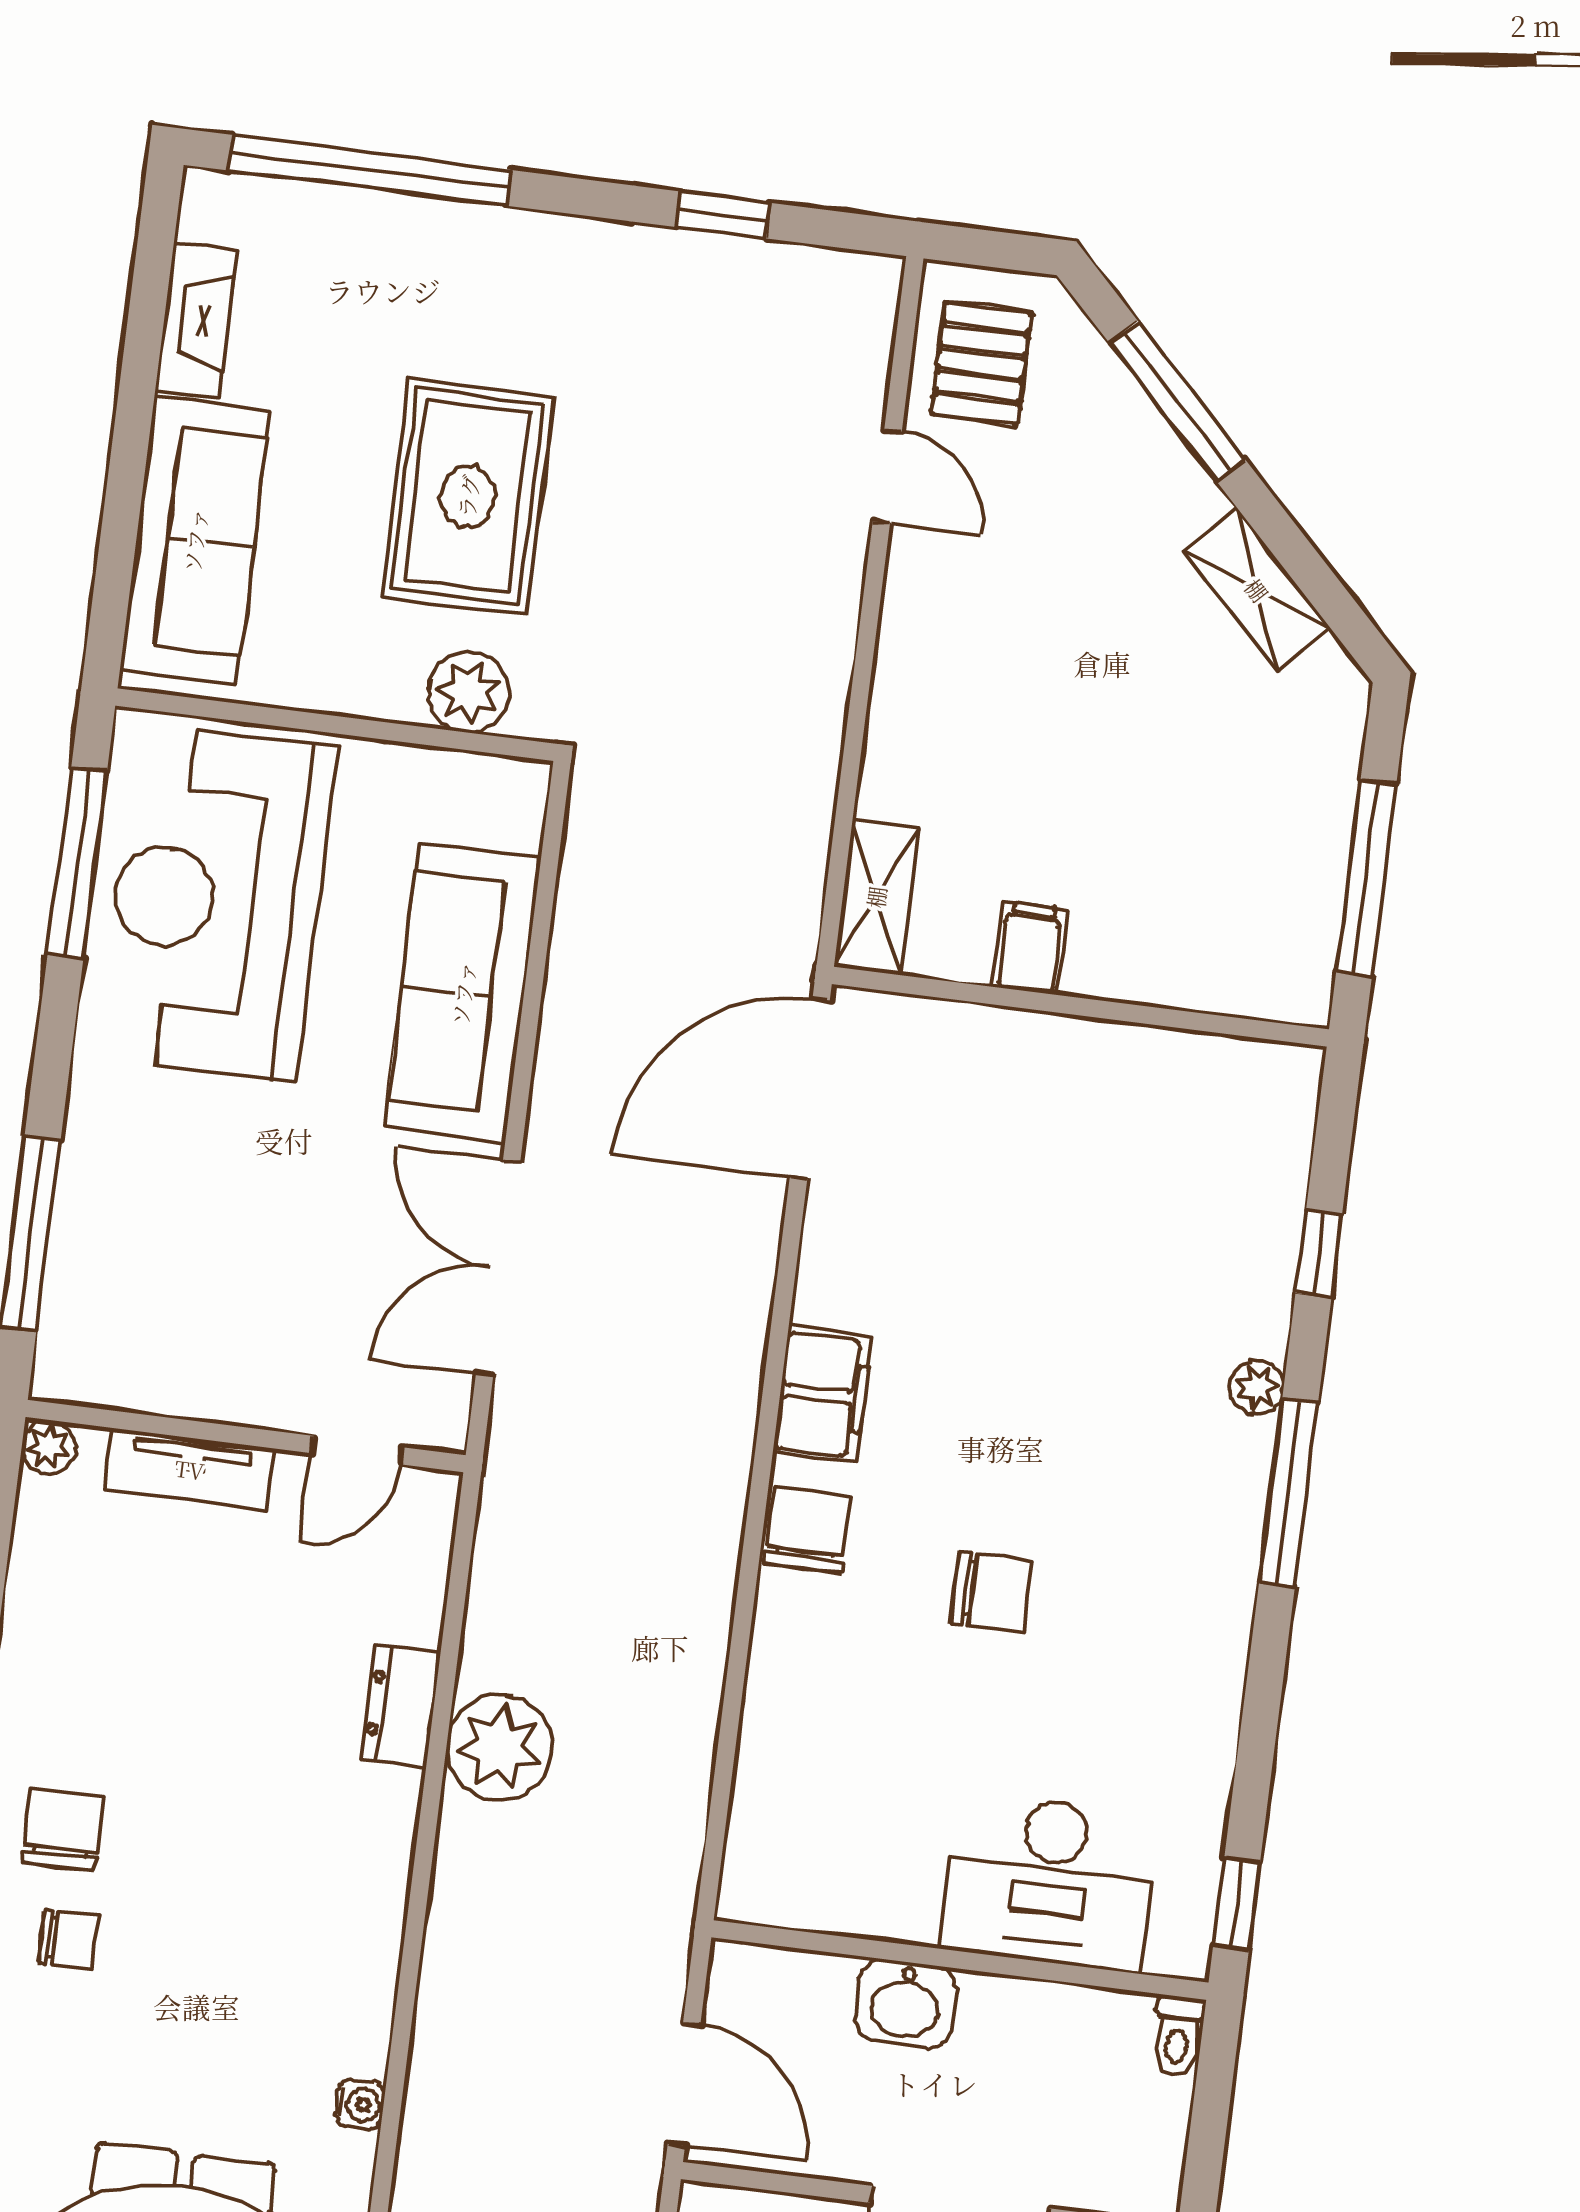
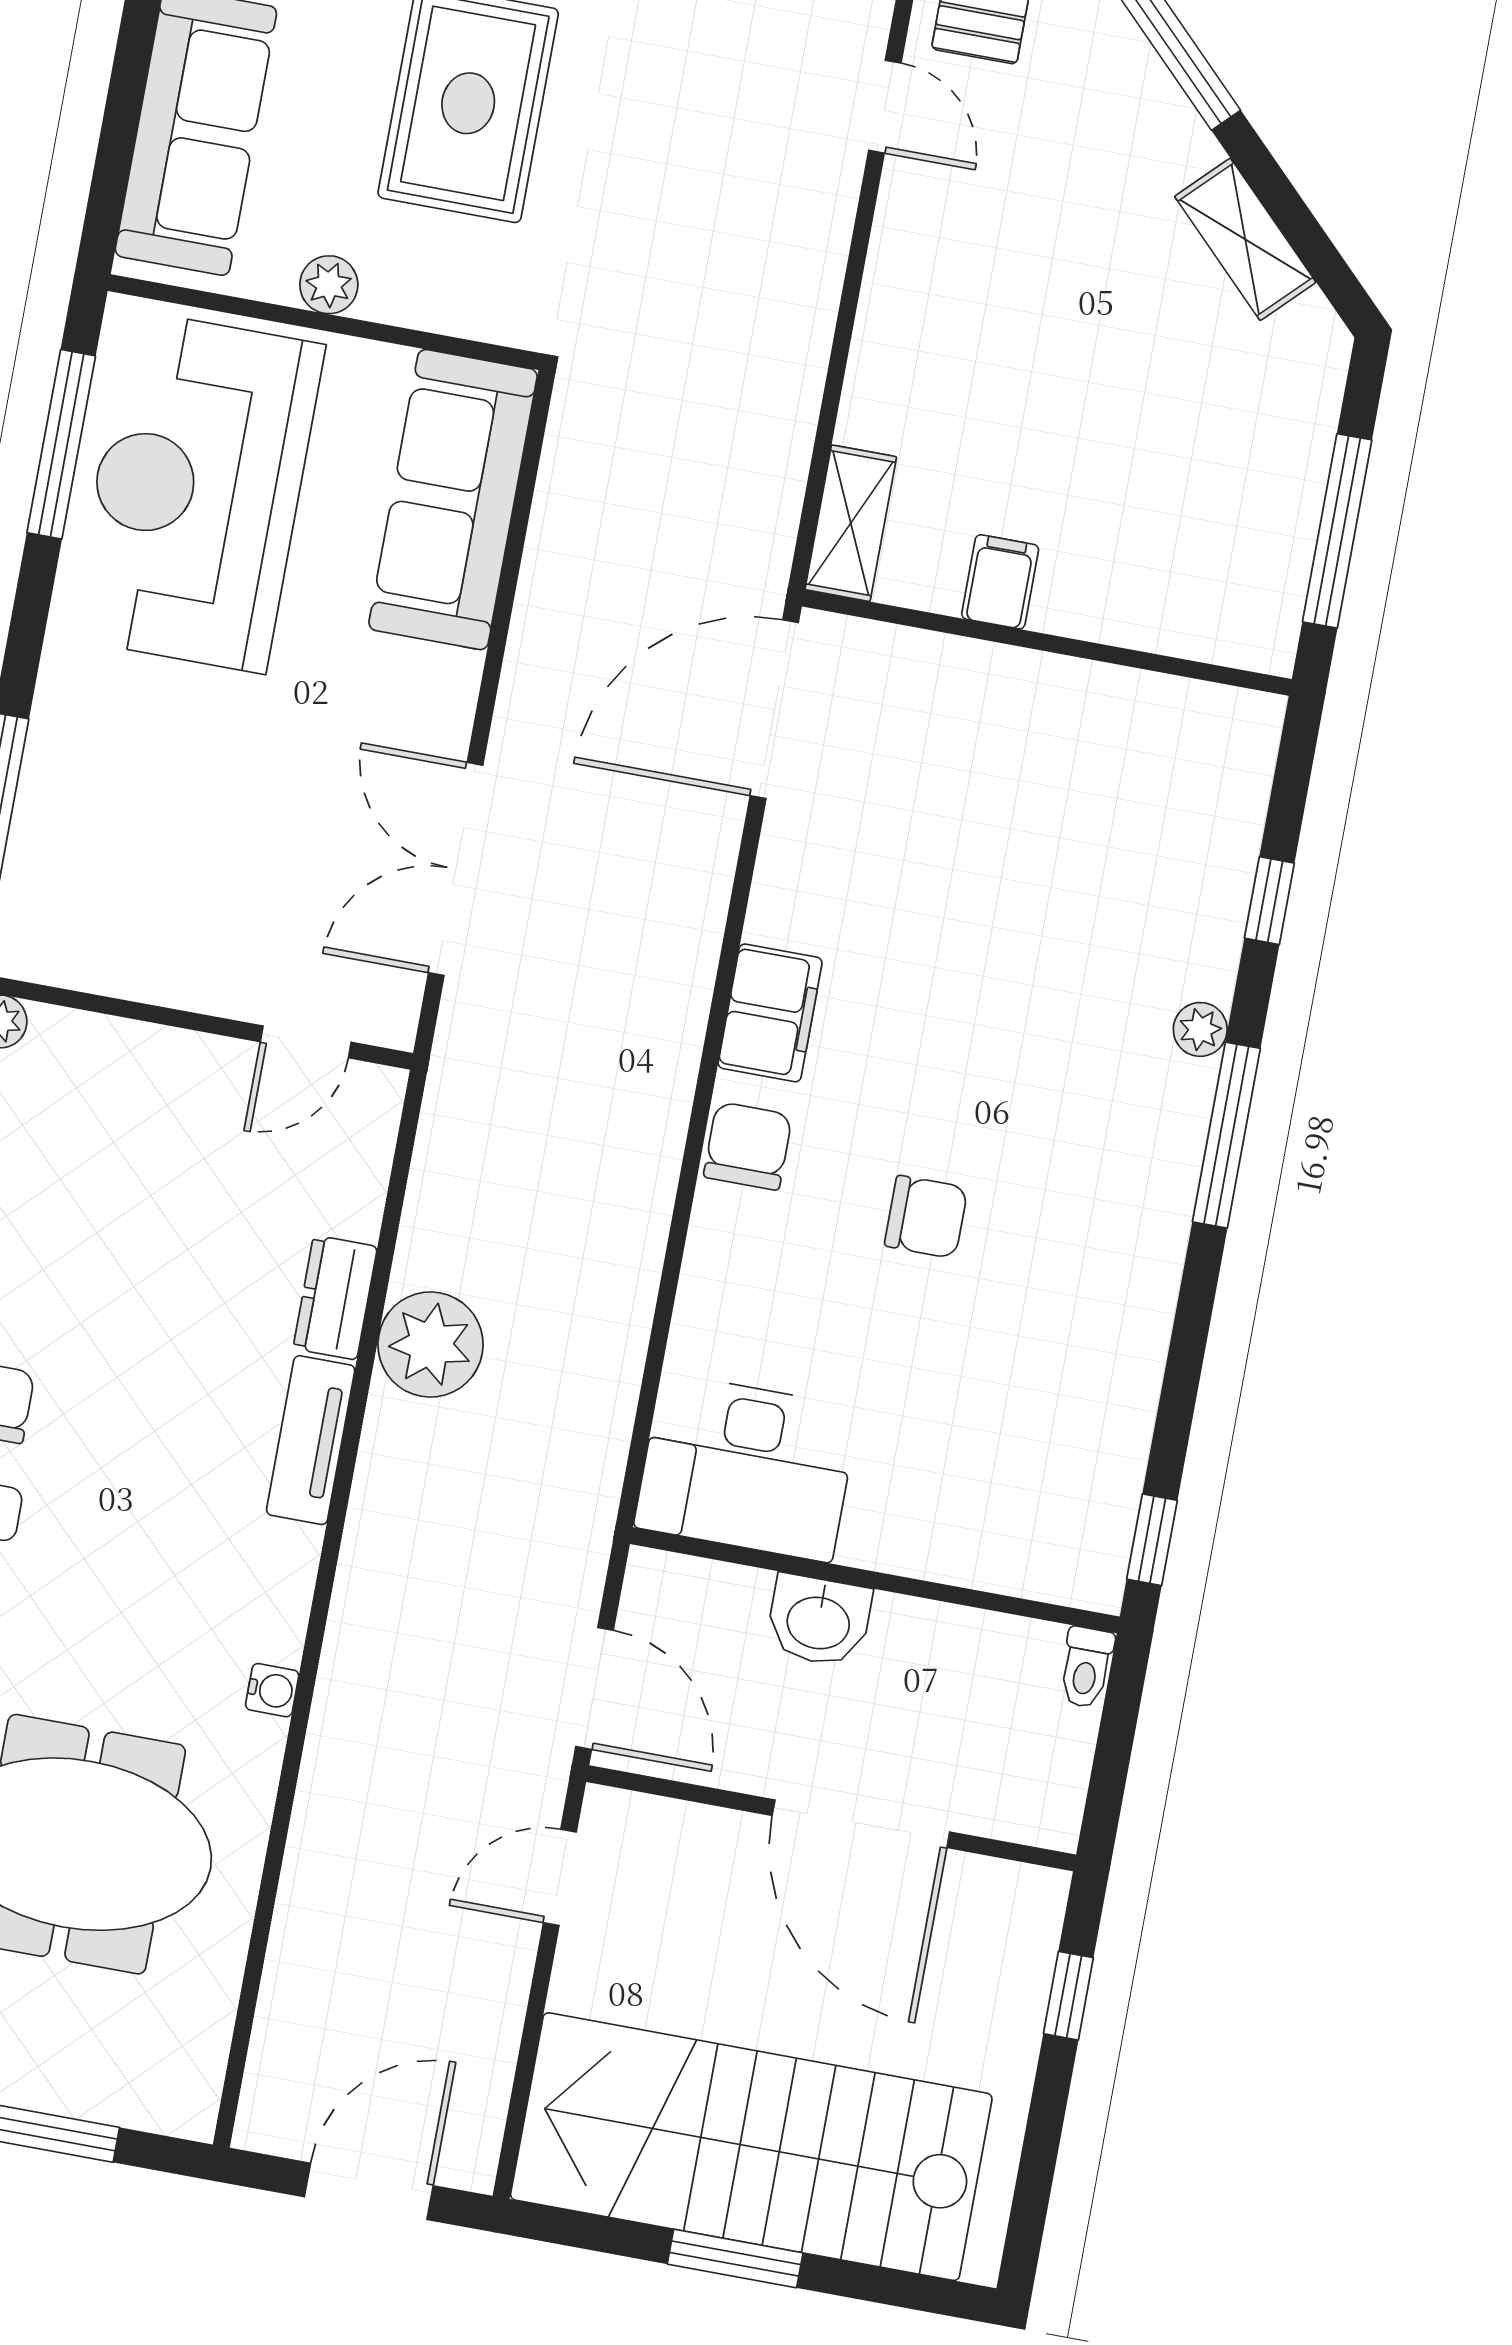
plant: (468, 692) -> (329, 285), moved, width x0.73, depth x0.73
sofa: (463, 993) -> (453, 500), moved
tv unit: (190, 1469) -> (311, 1440), moved, turned 90
desk: (1050, 1882) -> (747, 1467), moved

